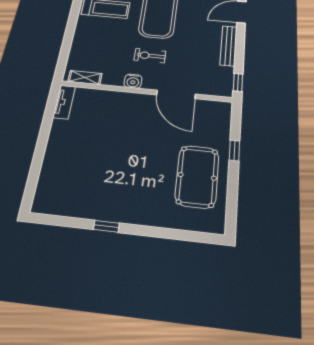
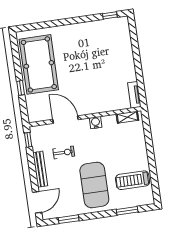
exercise bike: (150, 56) -> (64, 152), moved
pool table: (197, 176) -> (39, 64), width x1.36, depth x1.32
window: (106, 226) -> (110, 15), moved

